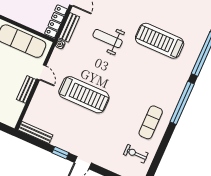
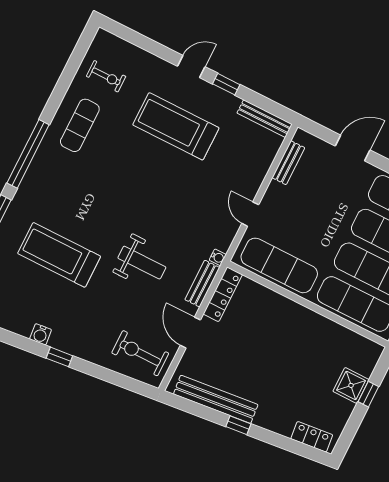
treadmill: (160, 41) -> (59, 255), turned 180
bench: (26, 89) -> (288, 163), moved
treadmill: (84, 95) -> (176, 126), moved

